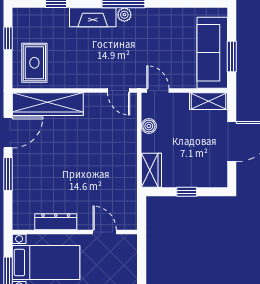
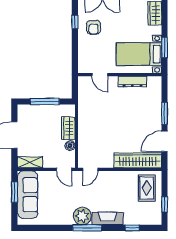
plant: (124, 15) -> (82, 216), width x1.88, depth x1.88
door: (119, 90) -> (90, 169), swing flipped
wardrobe: (151, 170) -> (68, 128), moved
window: (187, 192) -> (45, 101), width x2.17

